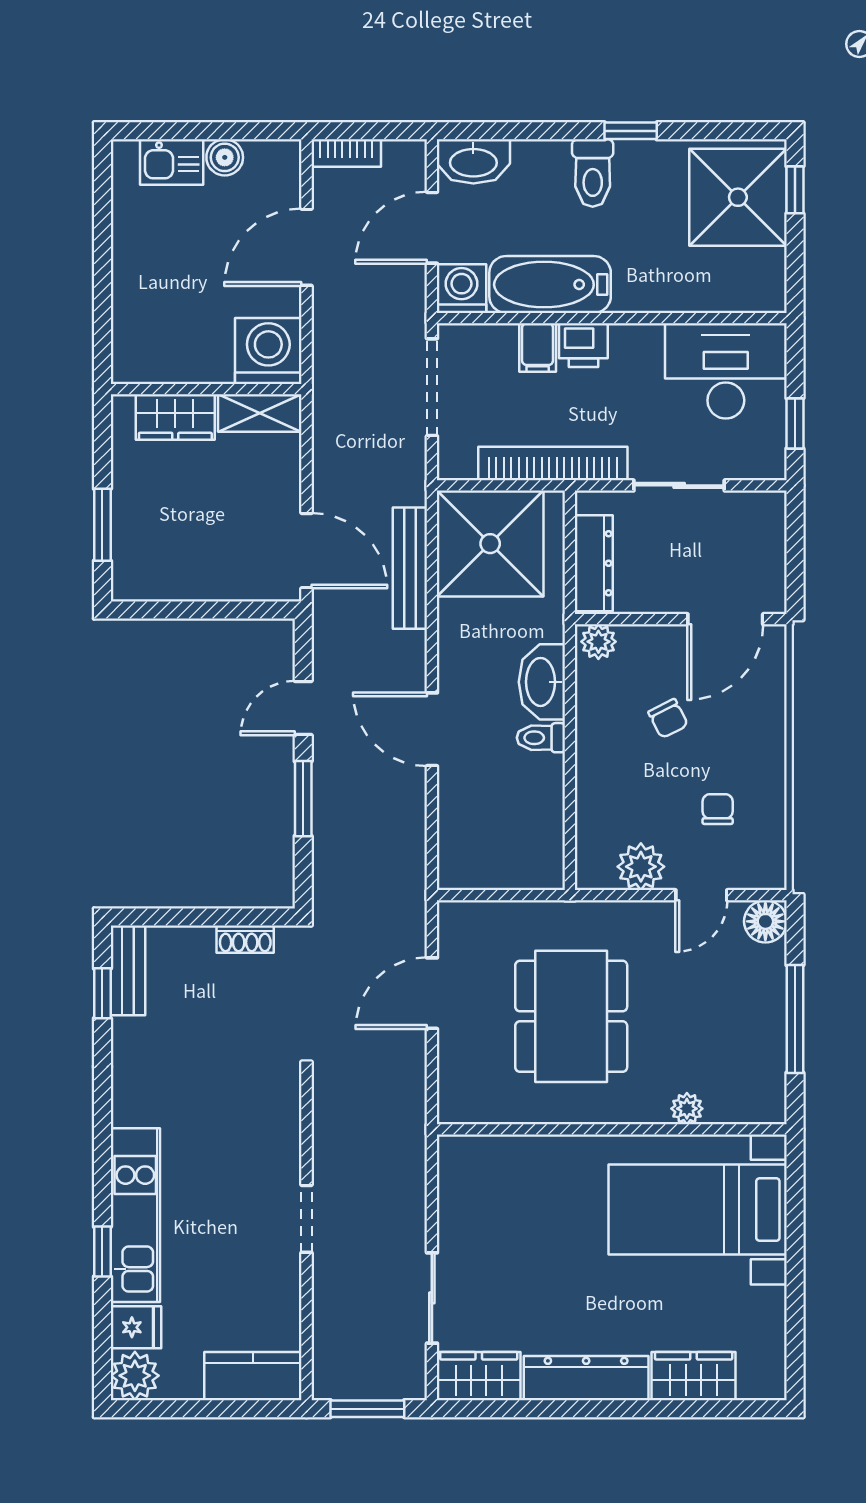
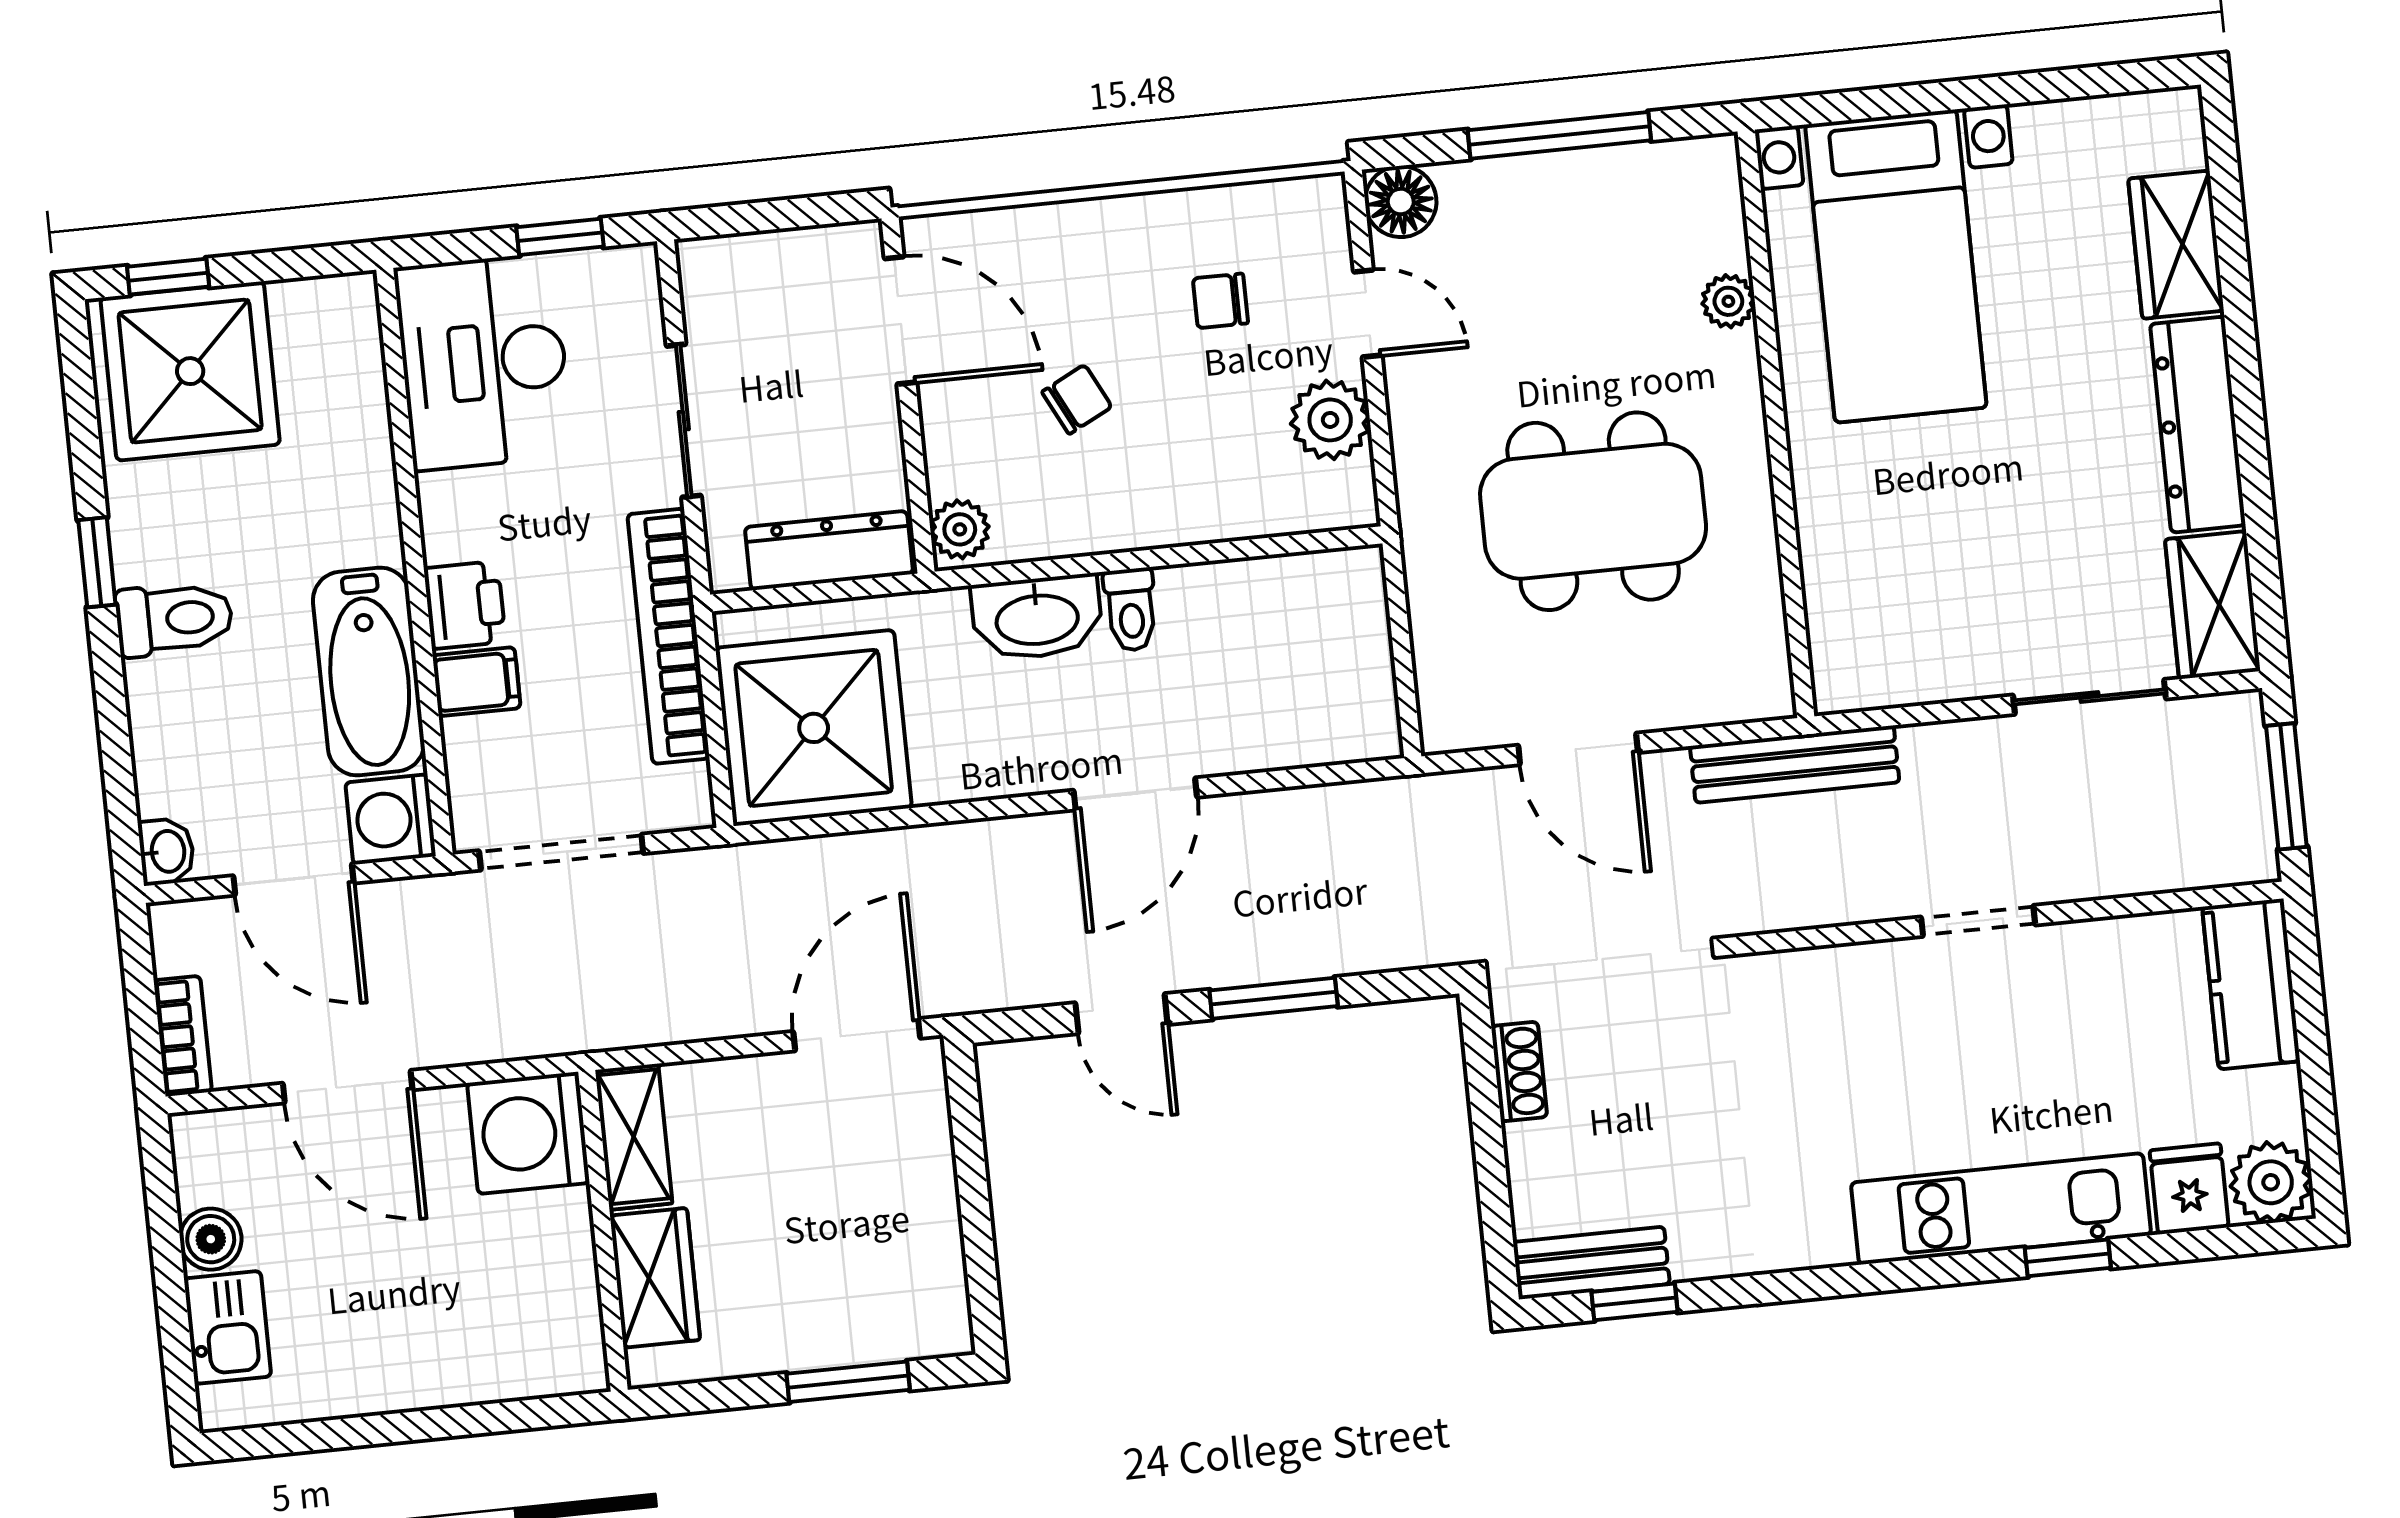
washbasin: (473, 161) -> (167, 852), width x0.52, depth x0.69
bench: (410, 568) -> (1795, 764), moved

